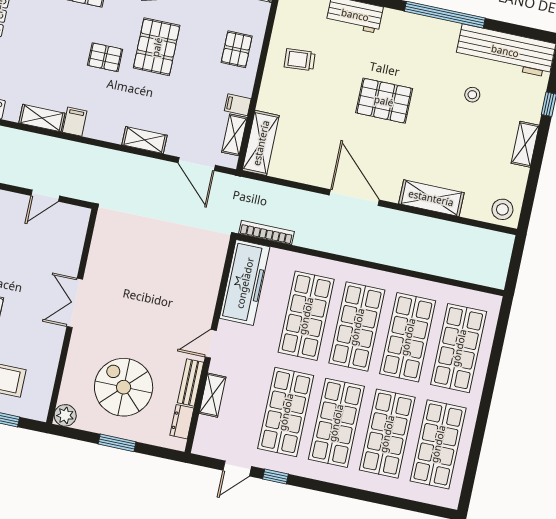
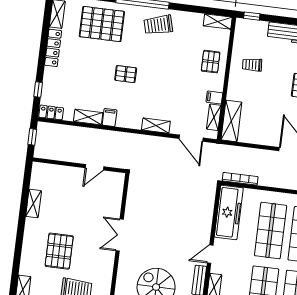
pallet: (157, 47) -> (159, 64), removed

